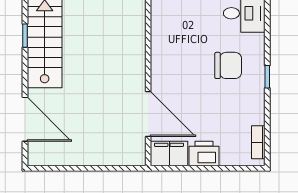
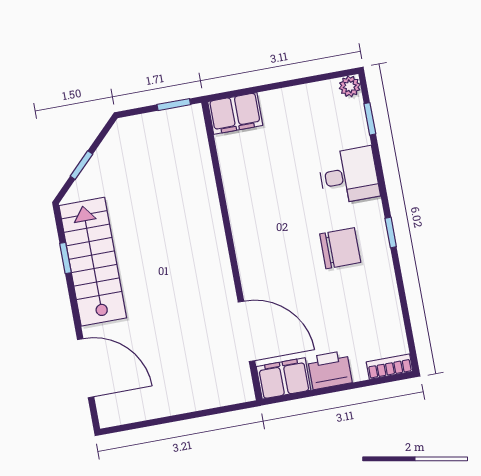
window: (267, 77) -> (391, 233), moved
bookcase: (258, 142) -> (390, 367), moved, turned 90

